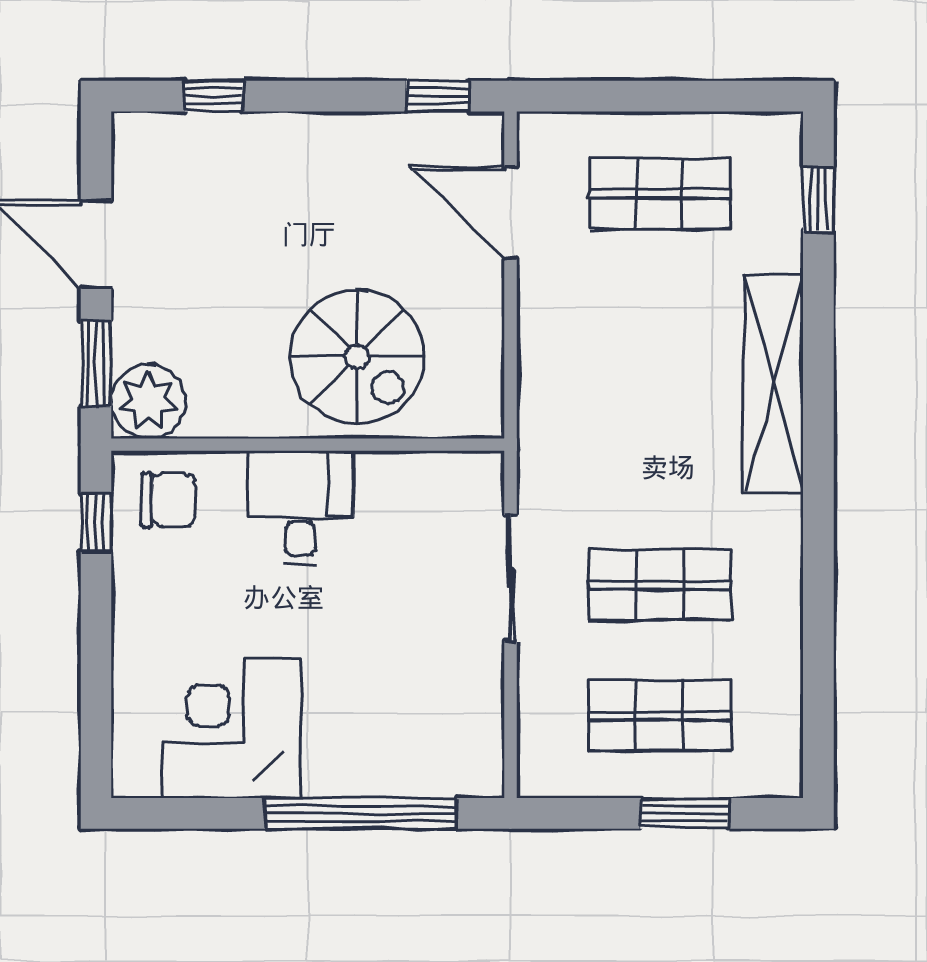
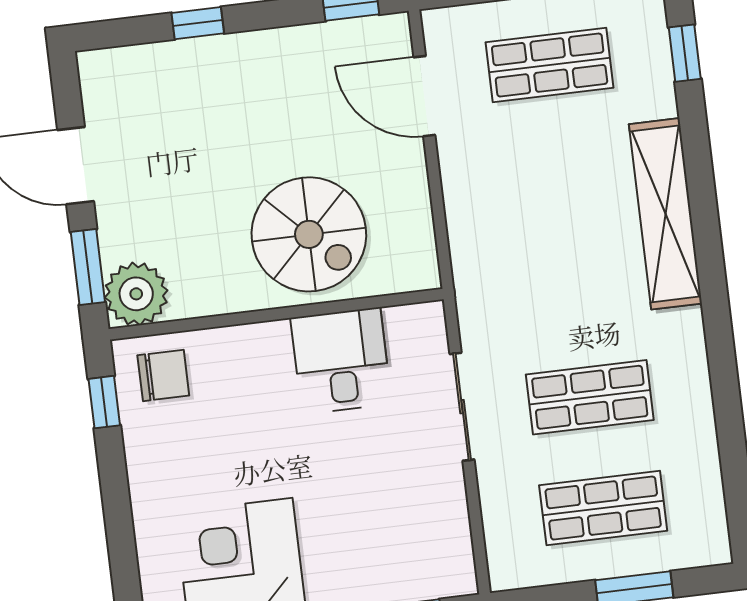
window: (214, 96) -> (198, 23), moved
desk: (300, 508) -> (341, 361), moved

